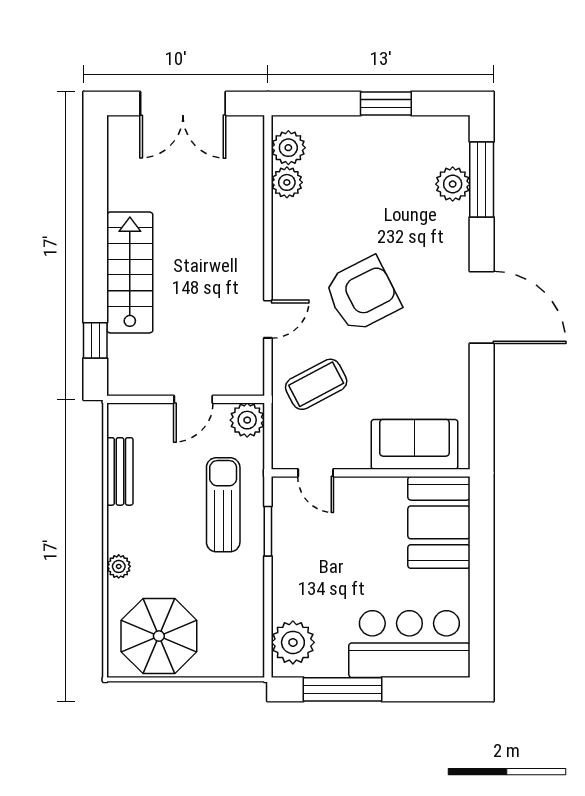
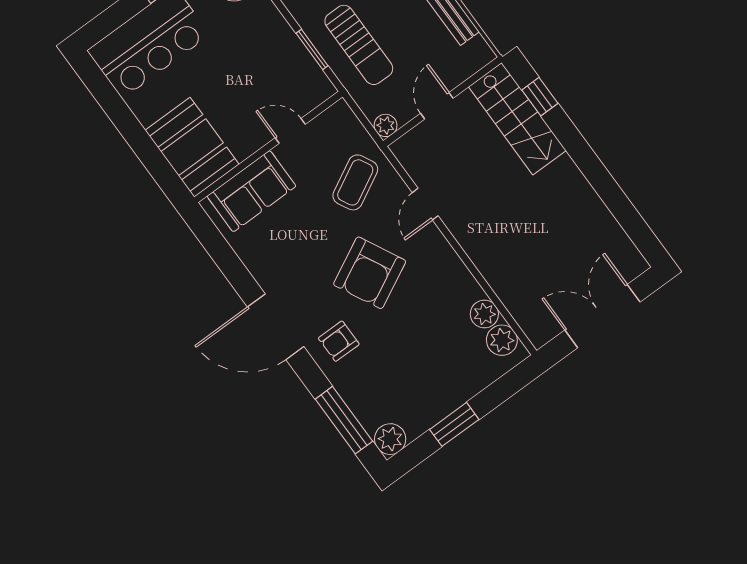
plant: (453, 184) -> (390, 439), moved
armchair: (435, 253) -> (339, 341), added
stairs: (130, 272) -> (517, 119), moved
plant: (247, 420) -> (386, 125), width x0.73, depth x0.73
door: (316, 473) -> (290, 131), moved

